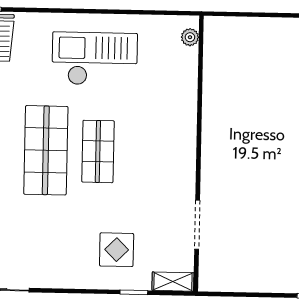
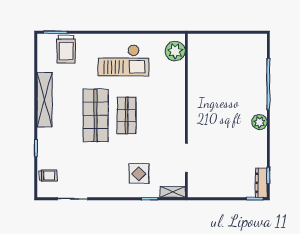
plant: (190, 37) -> (175, 51), width x1.88, depth x1.88
checkout: (95, 59) -> (123, 60), turned 180

